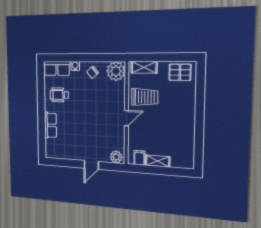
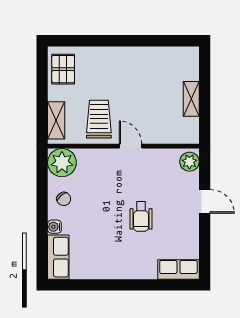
wheelchair: (59, 95) -> (141, 217), moved
row of seats: (51, 125) -> (178, 269), moved
filing cabinet: (139, 158) -> (188, 126), removed

